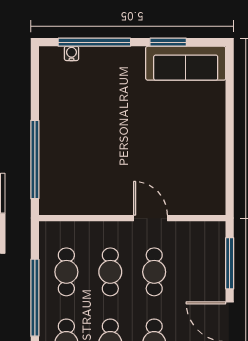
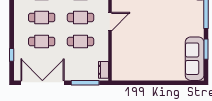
door: (151, 218) -> (110, 22), moved
dresser: (206, 230) -> (103, 70), added

